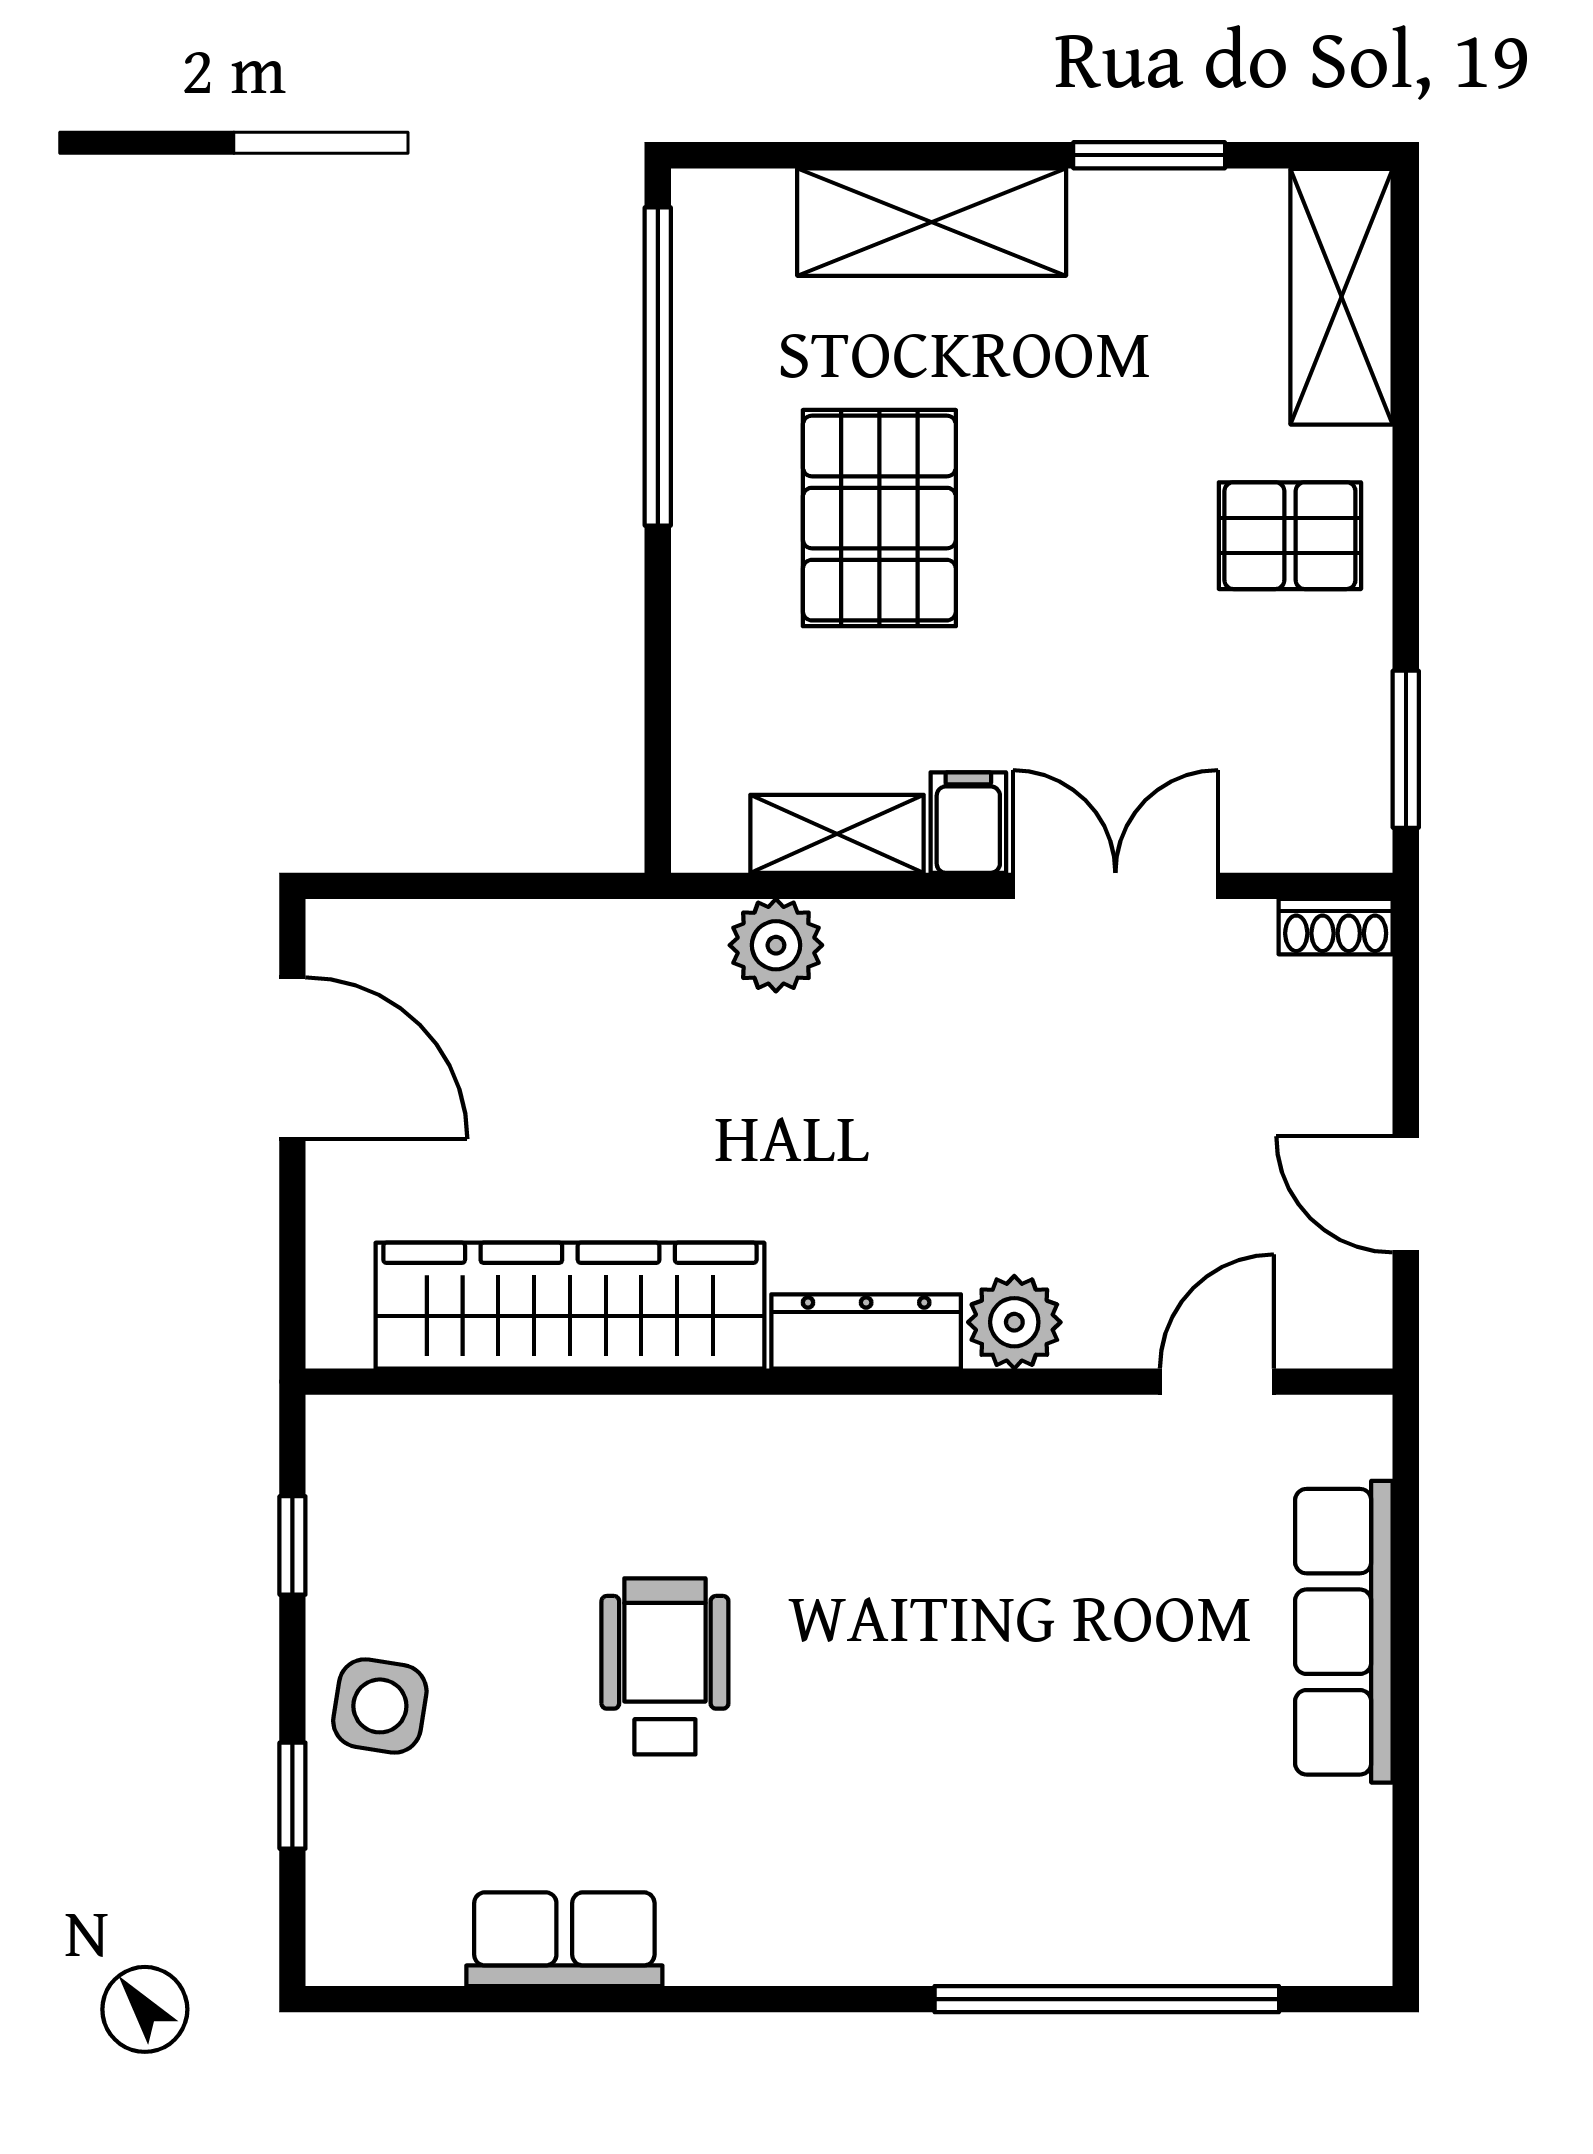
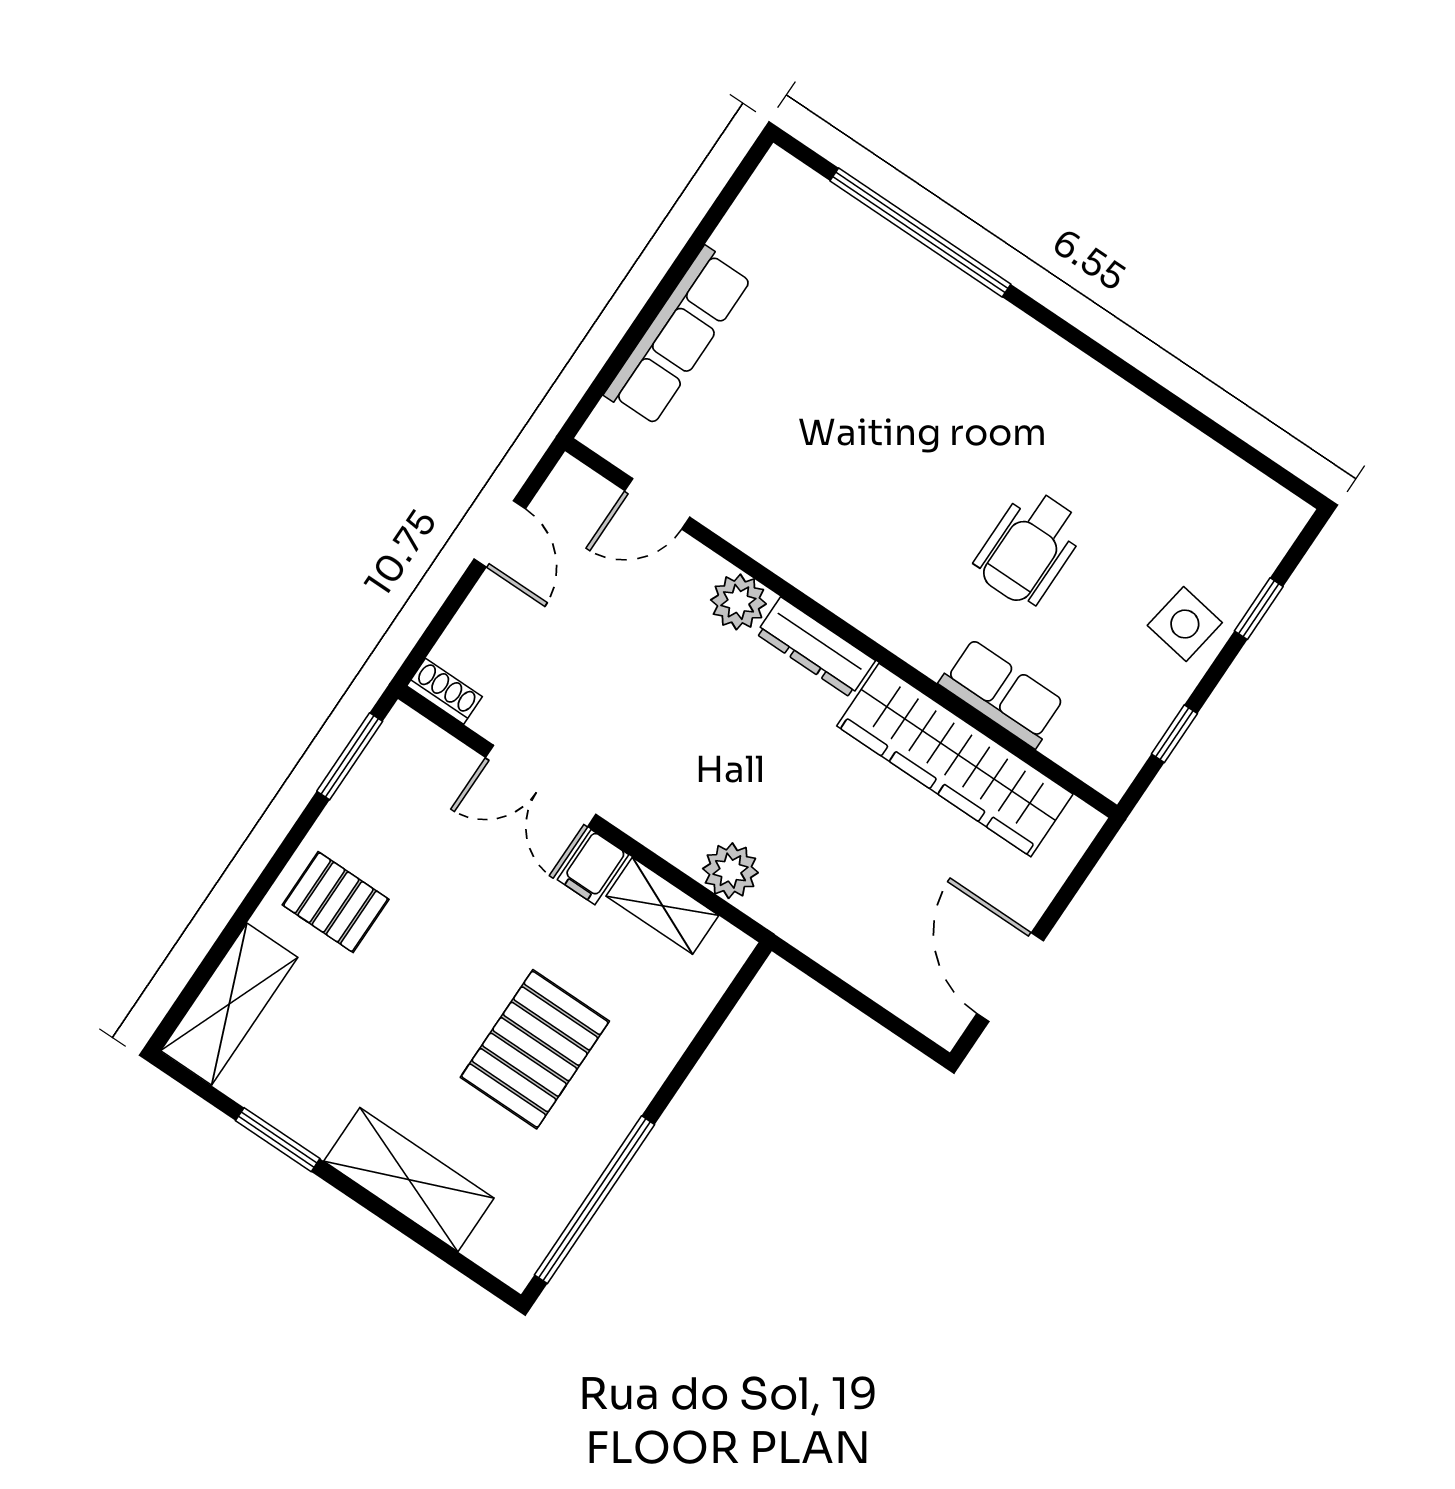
row of seats: (564, 1939) -> (1002, 693), moved, turned 180

